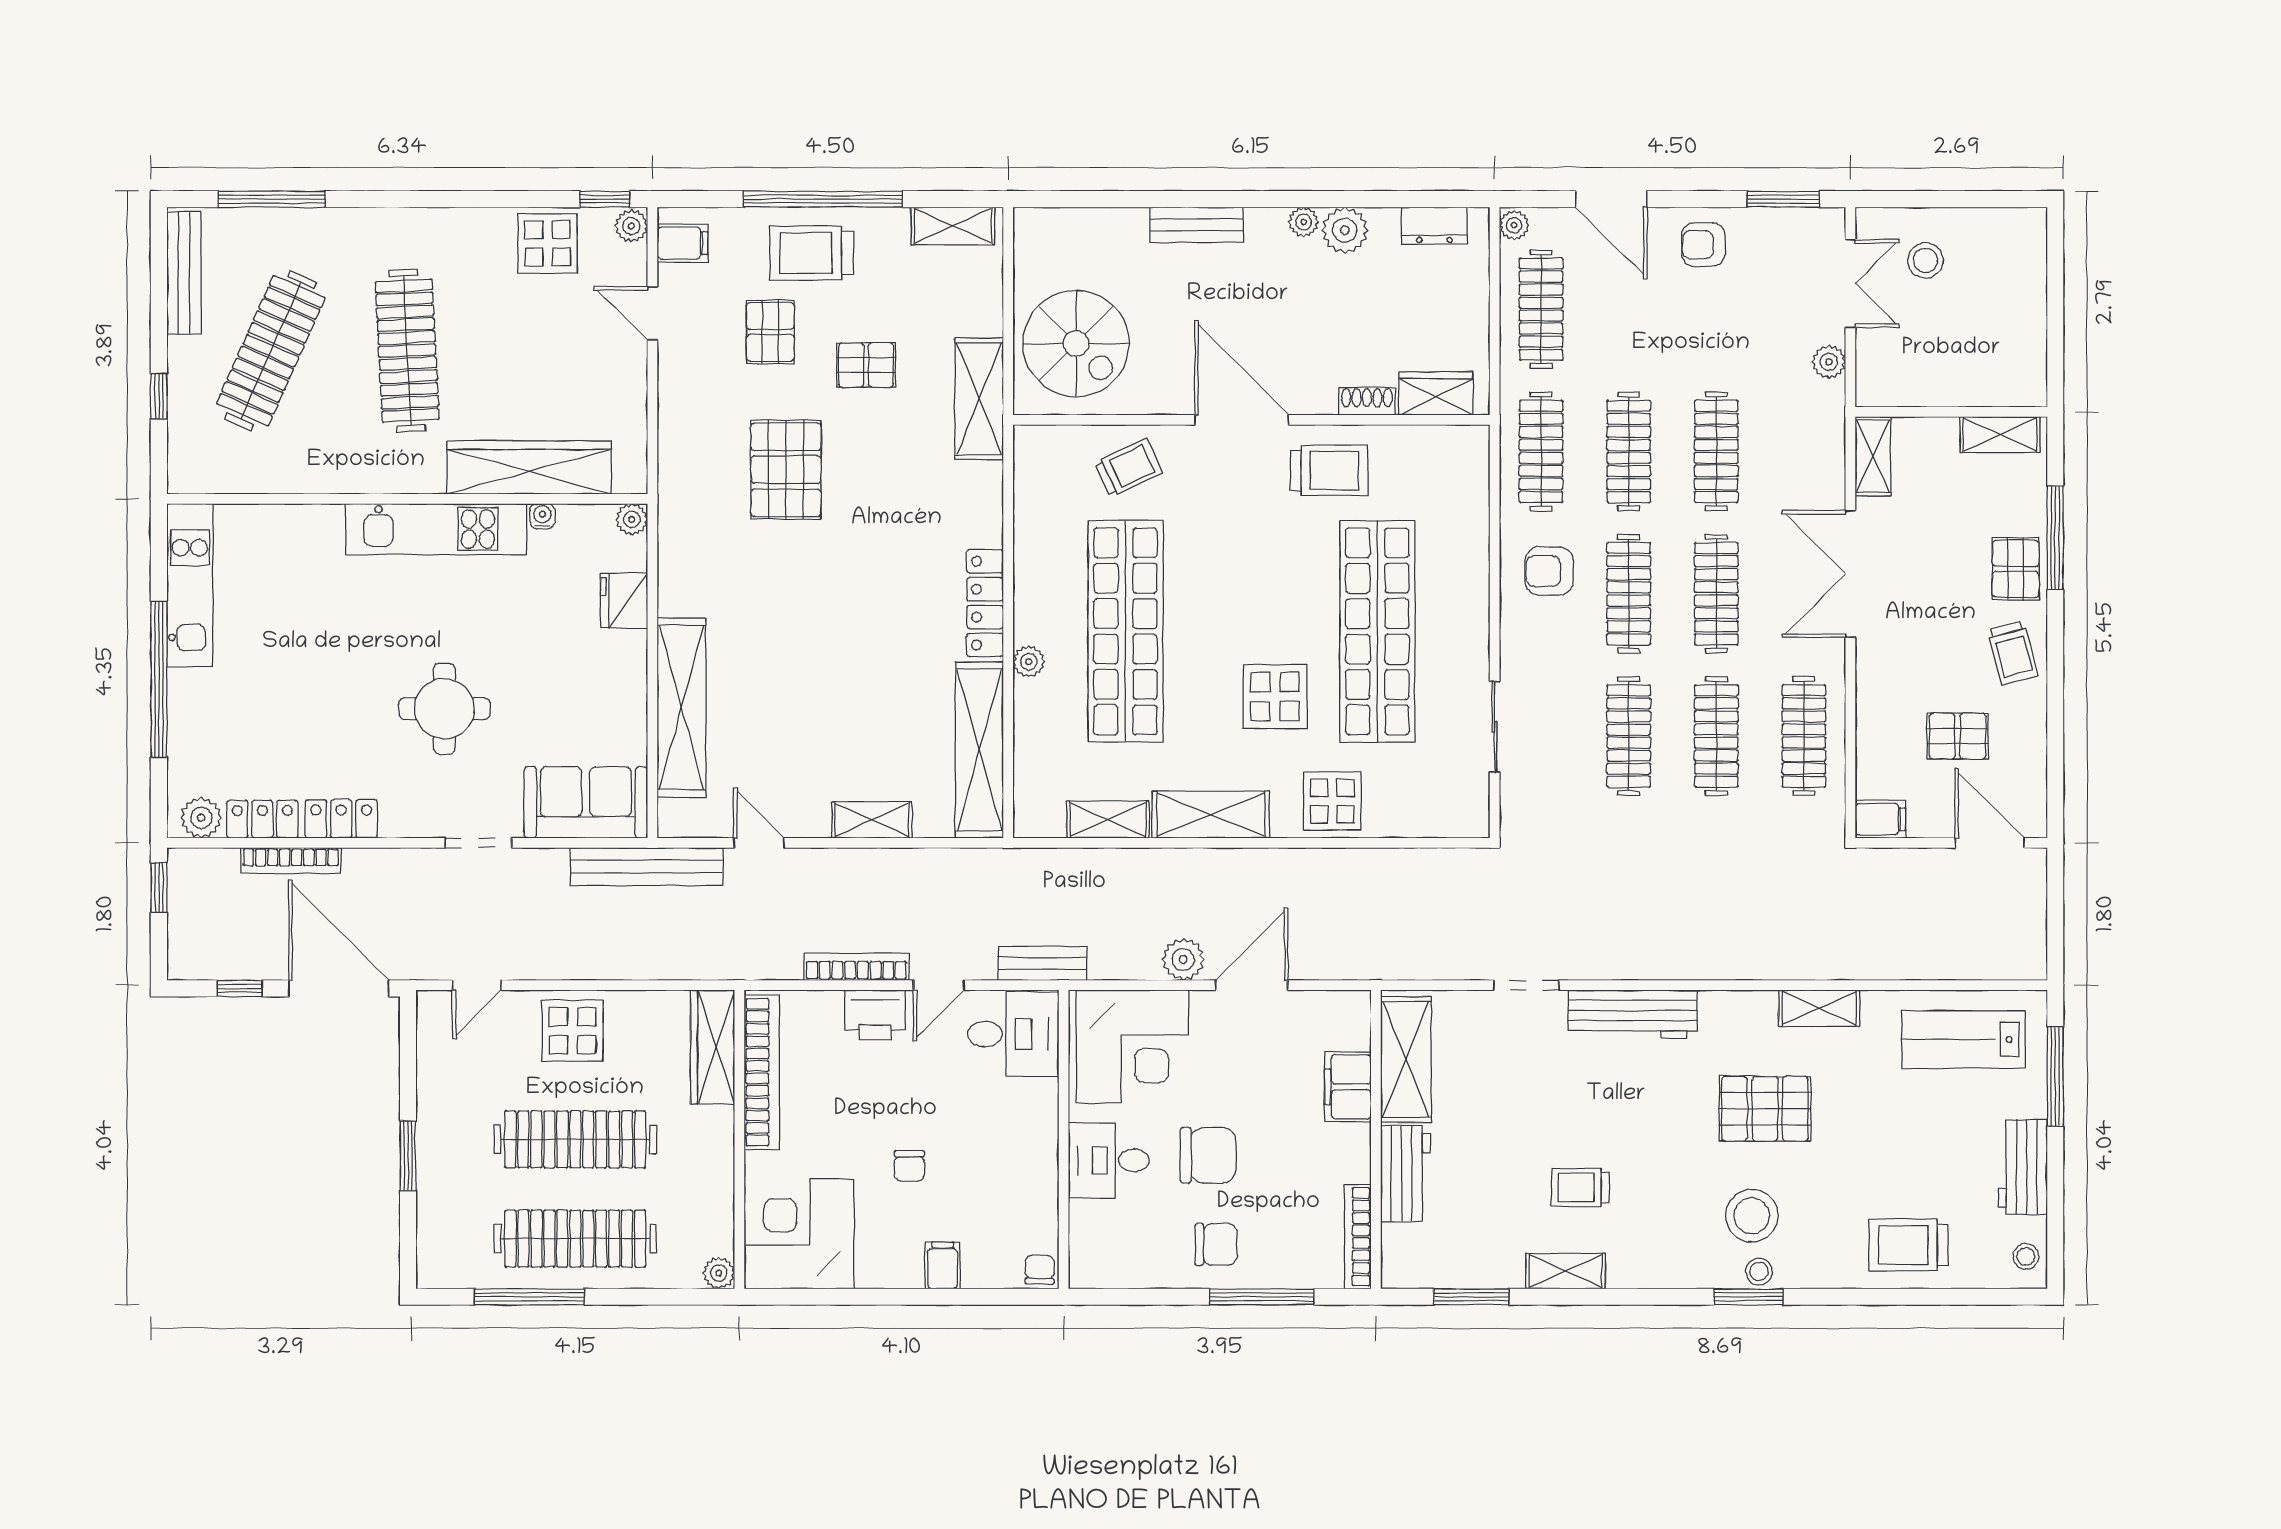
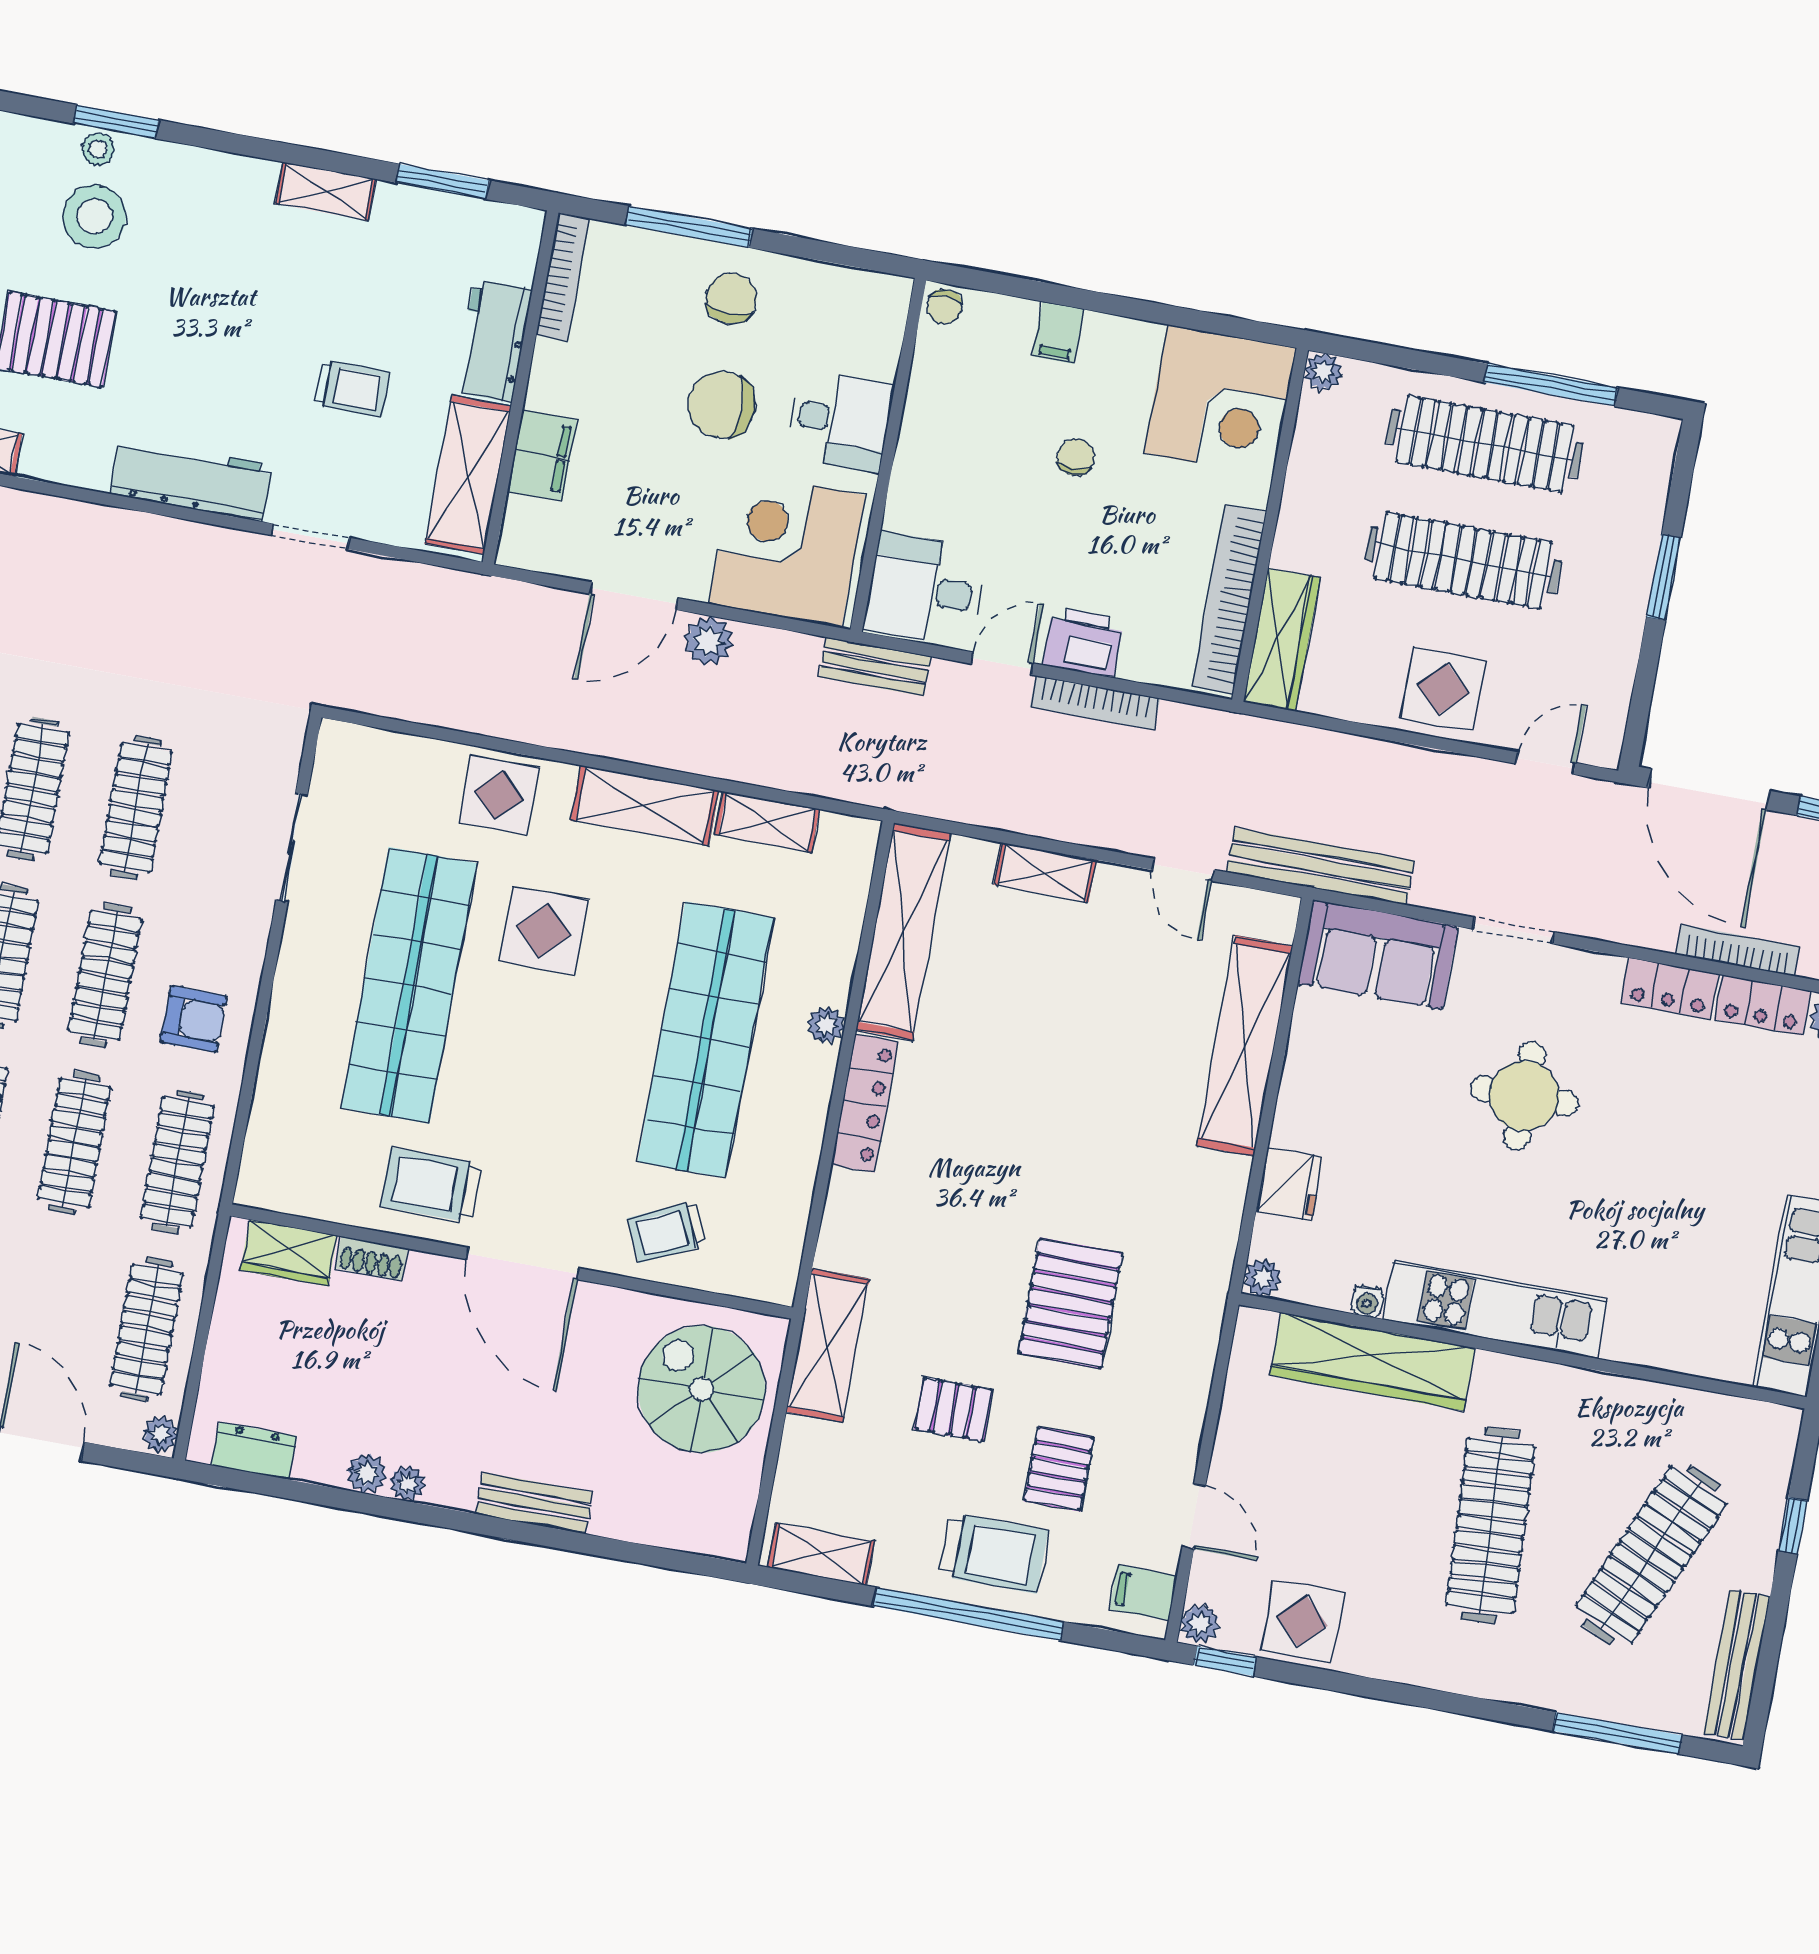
plant: (1345, 230) -> (367, 1473), width x0.73, depth x0.73
trolley: (1580, 1188) -> (352, 388), moved
chair: (1216, 1244) -> (731, 298), turned 90

